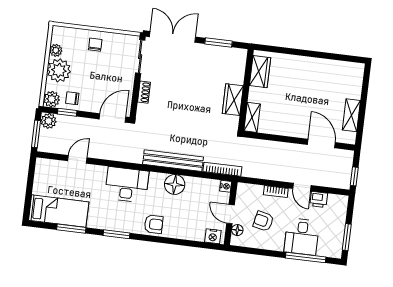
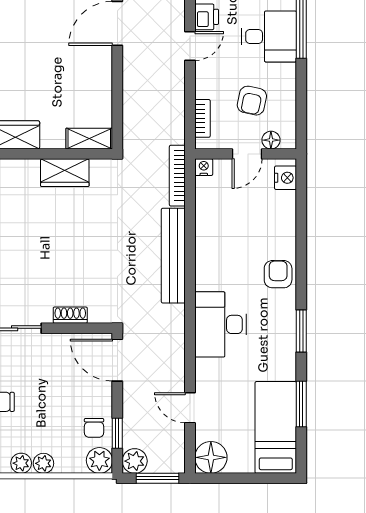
plant: (59, 70) -> (43, 463), width x0.53, depth x0.53
floor lamp: (175, 184) -> (211, 457), moved
bookcase: (276, 192) -> (202, 118), moved

